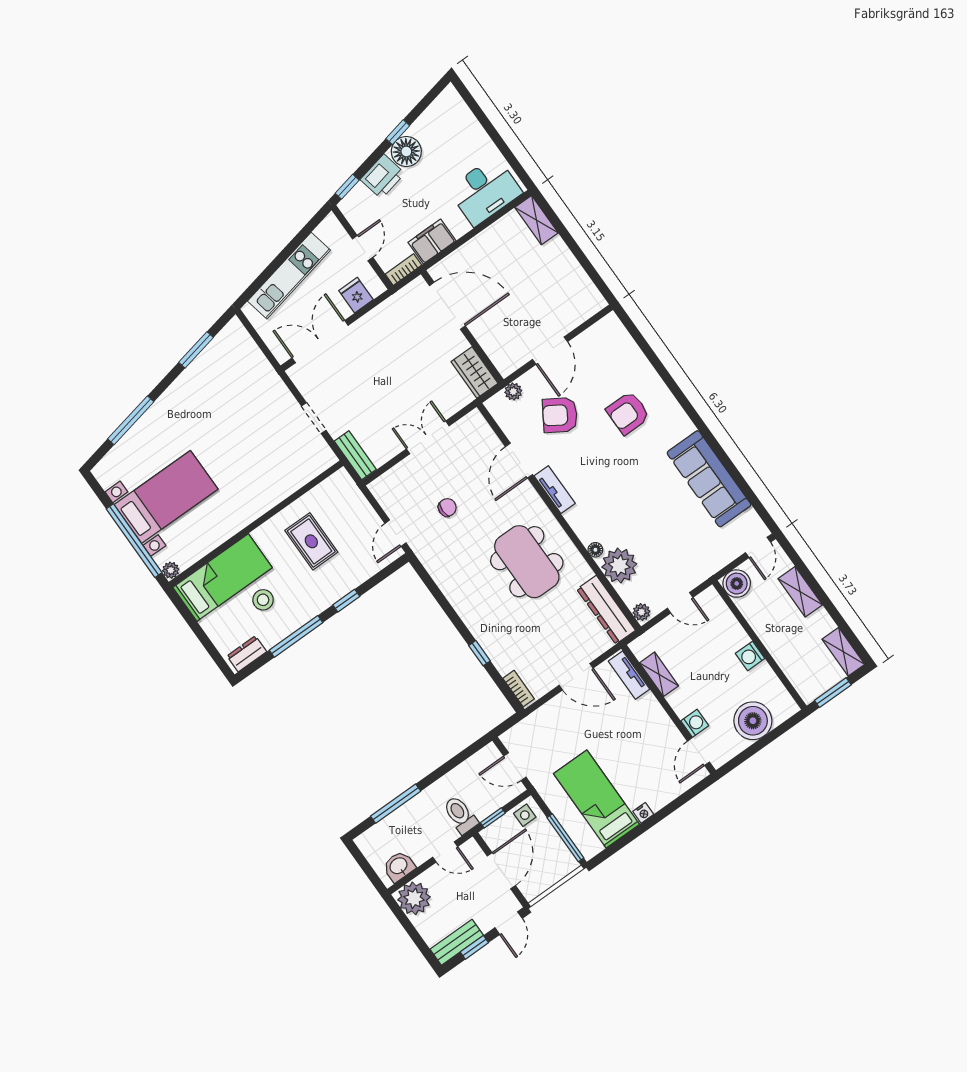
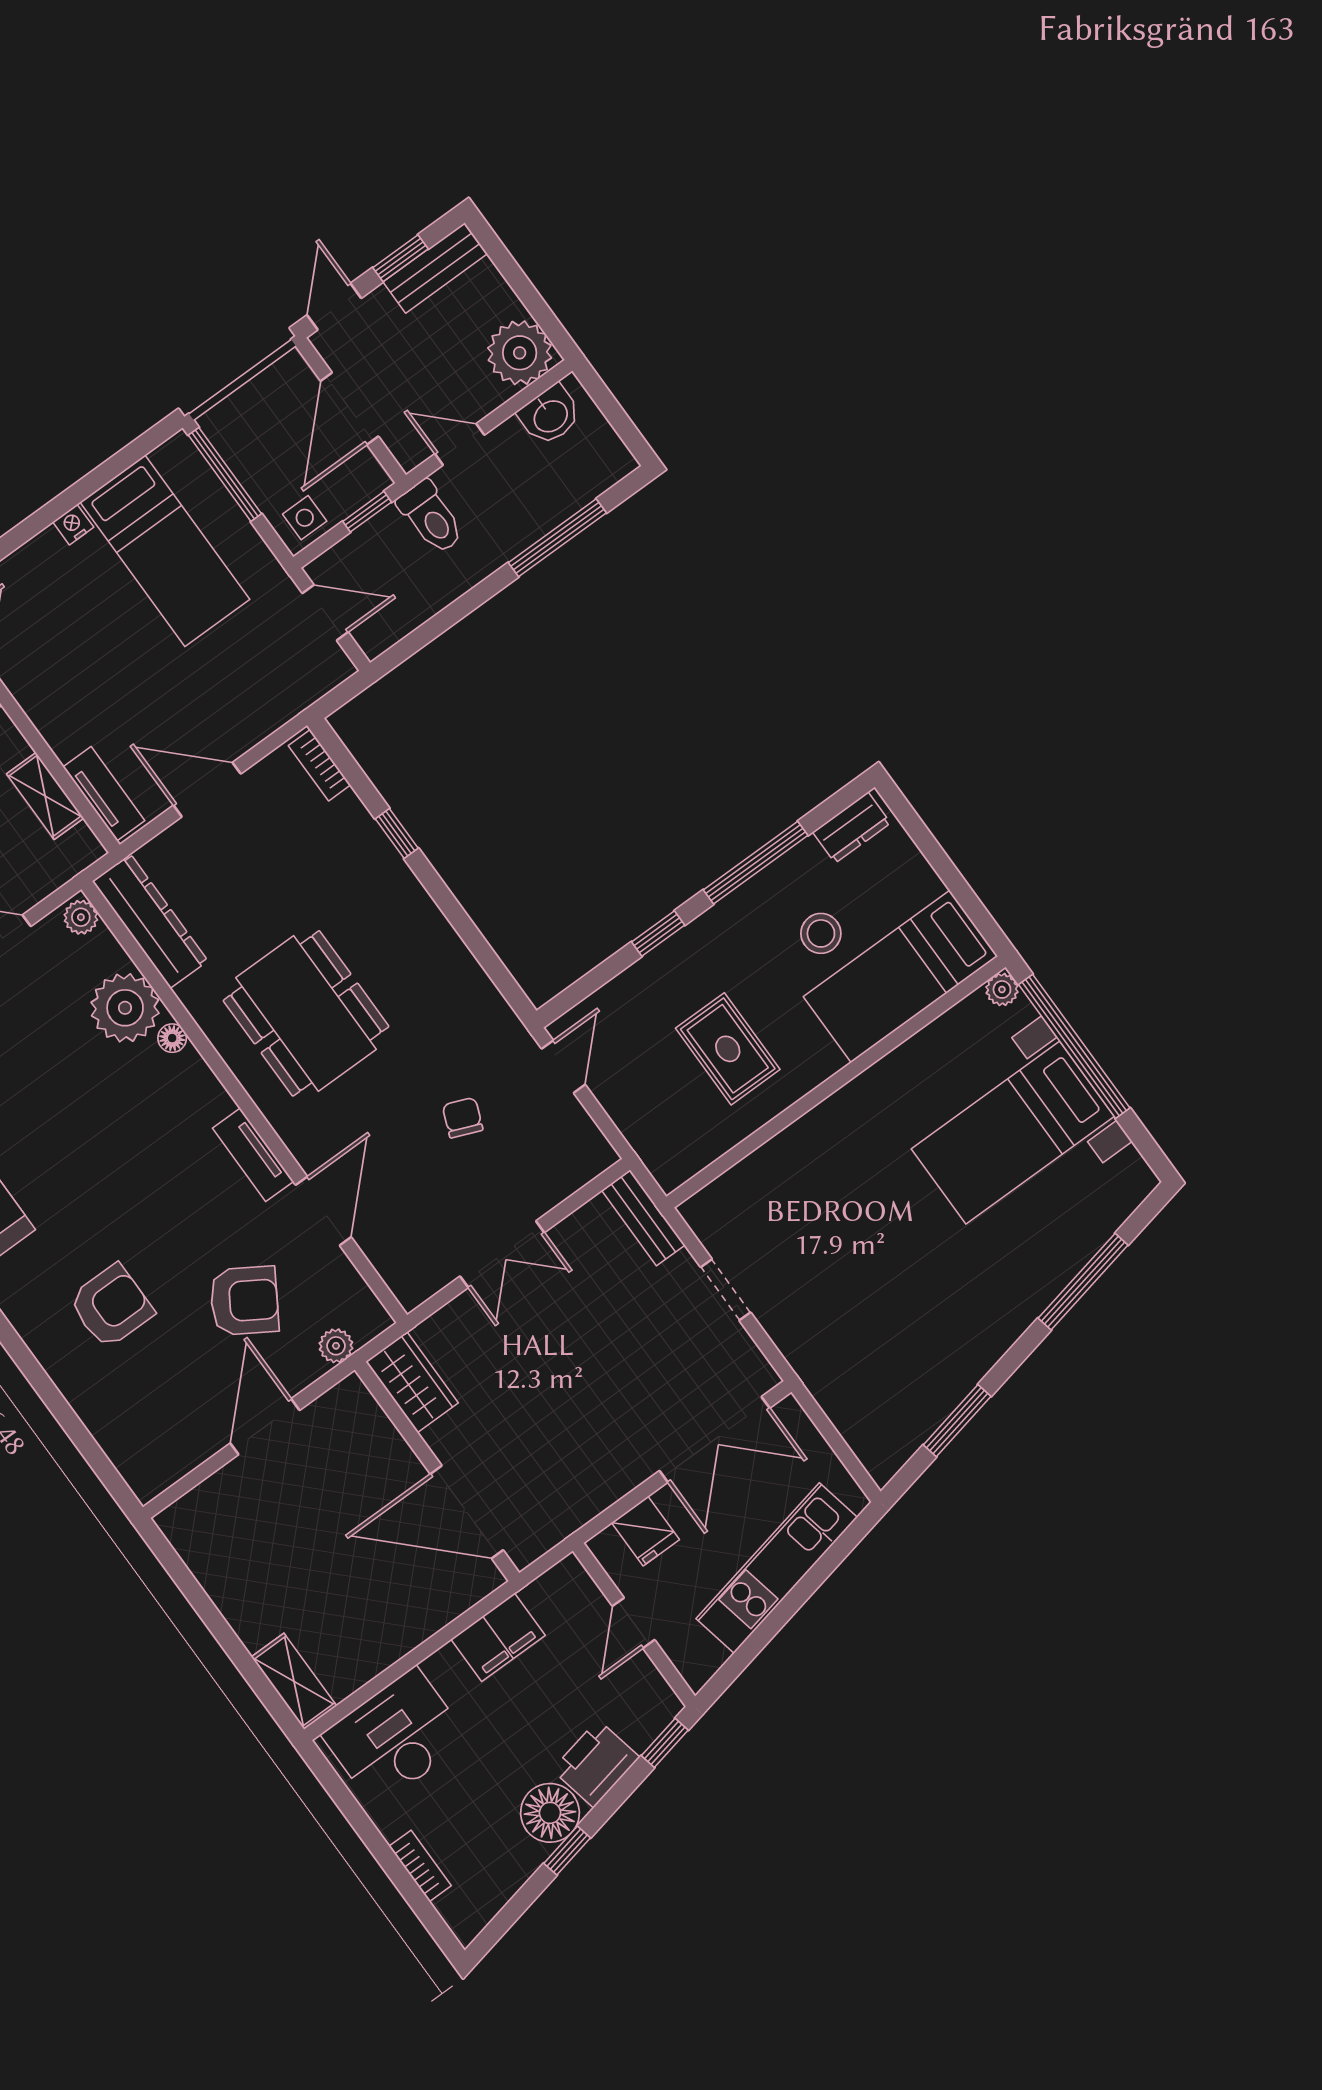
bookcase: (403, 270) -> (420, 1866), moved, turned -90
chair: (447, 508) -> (463, 1118), turned 112

